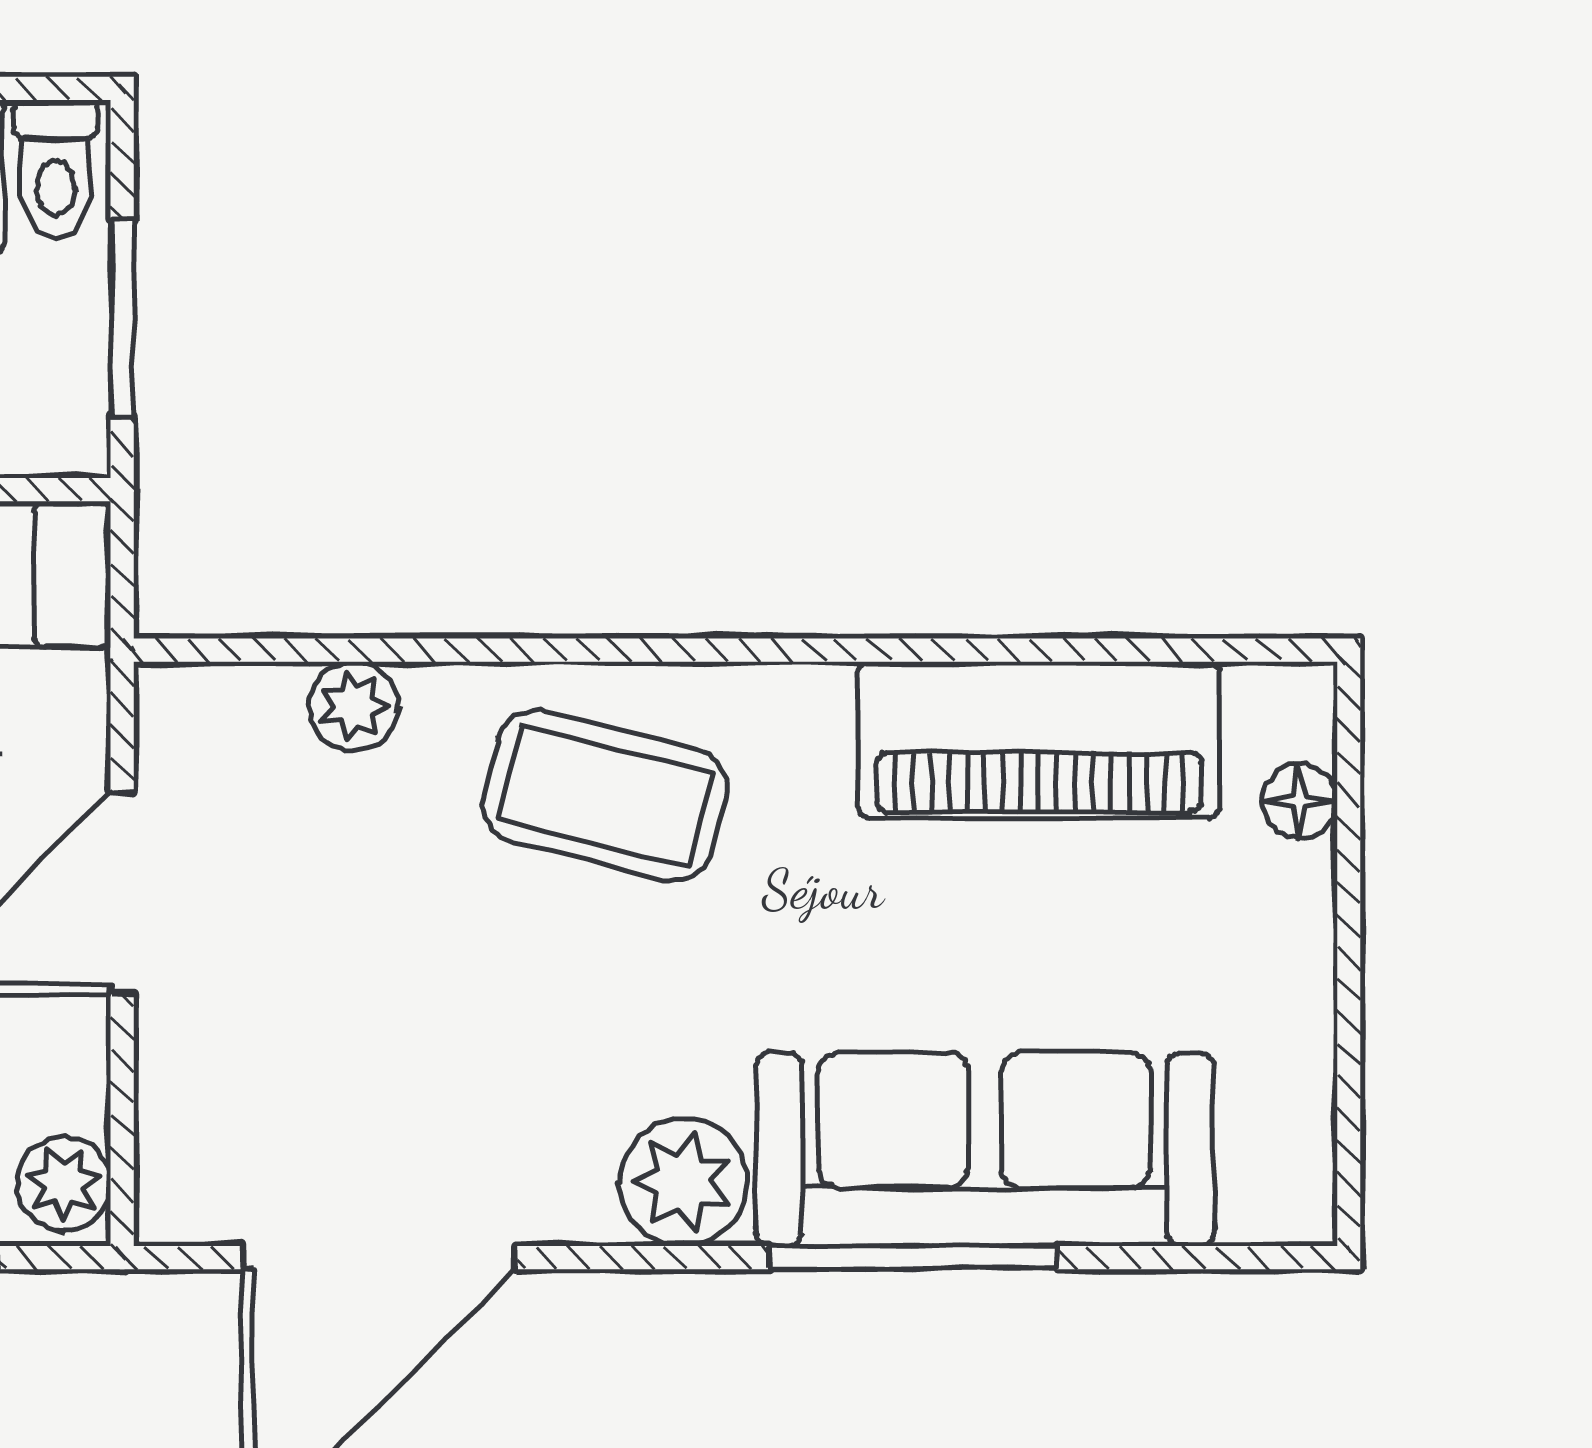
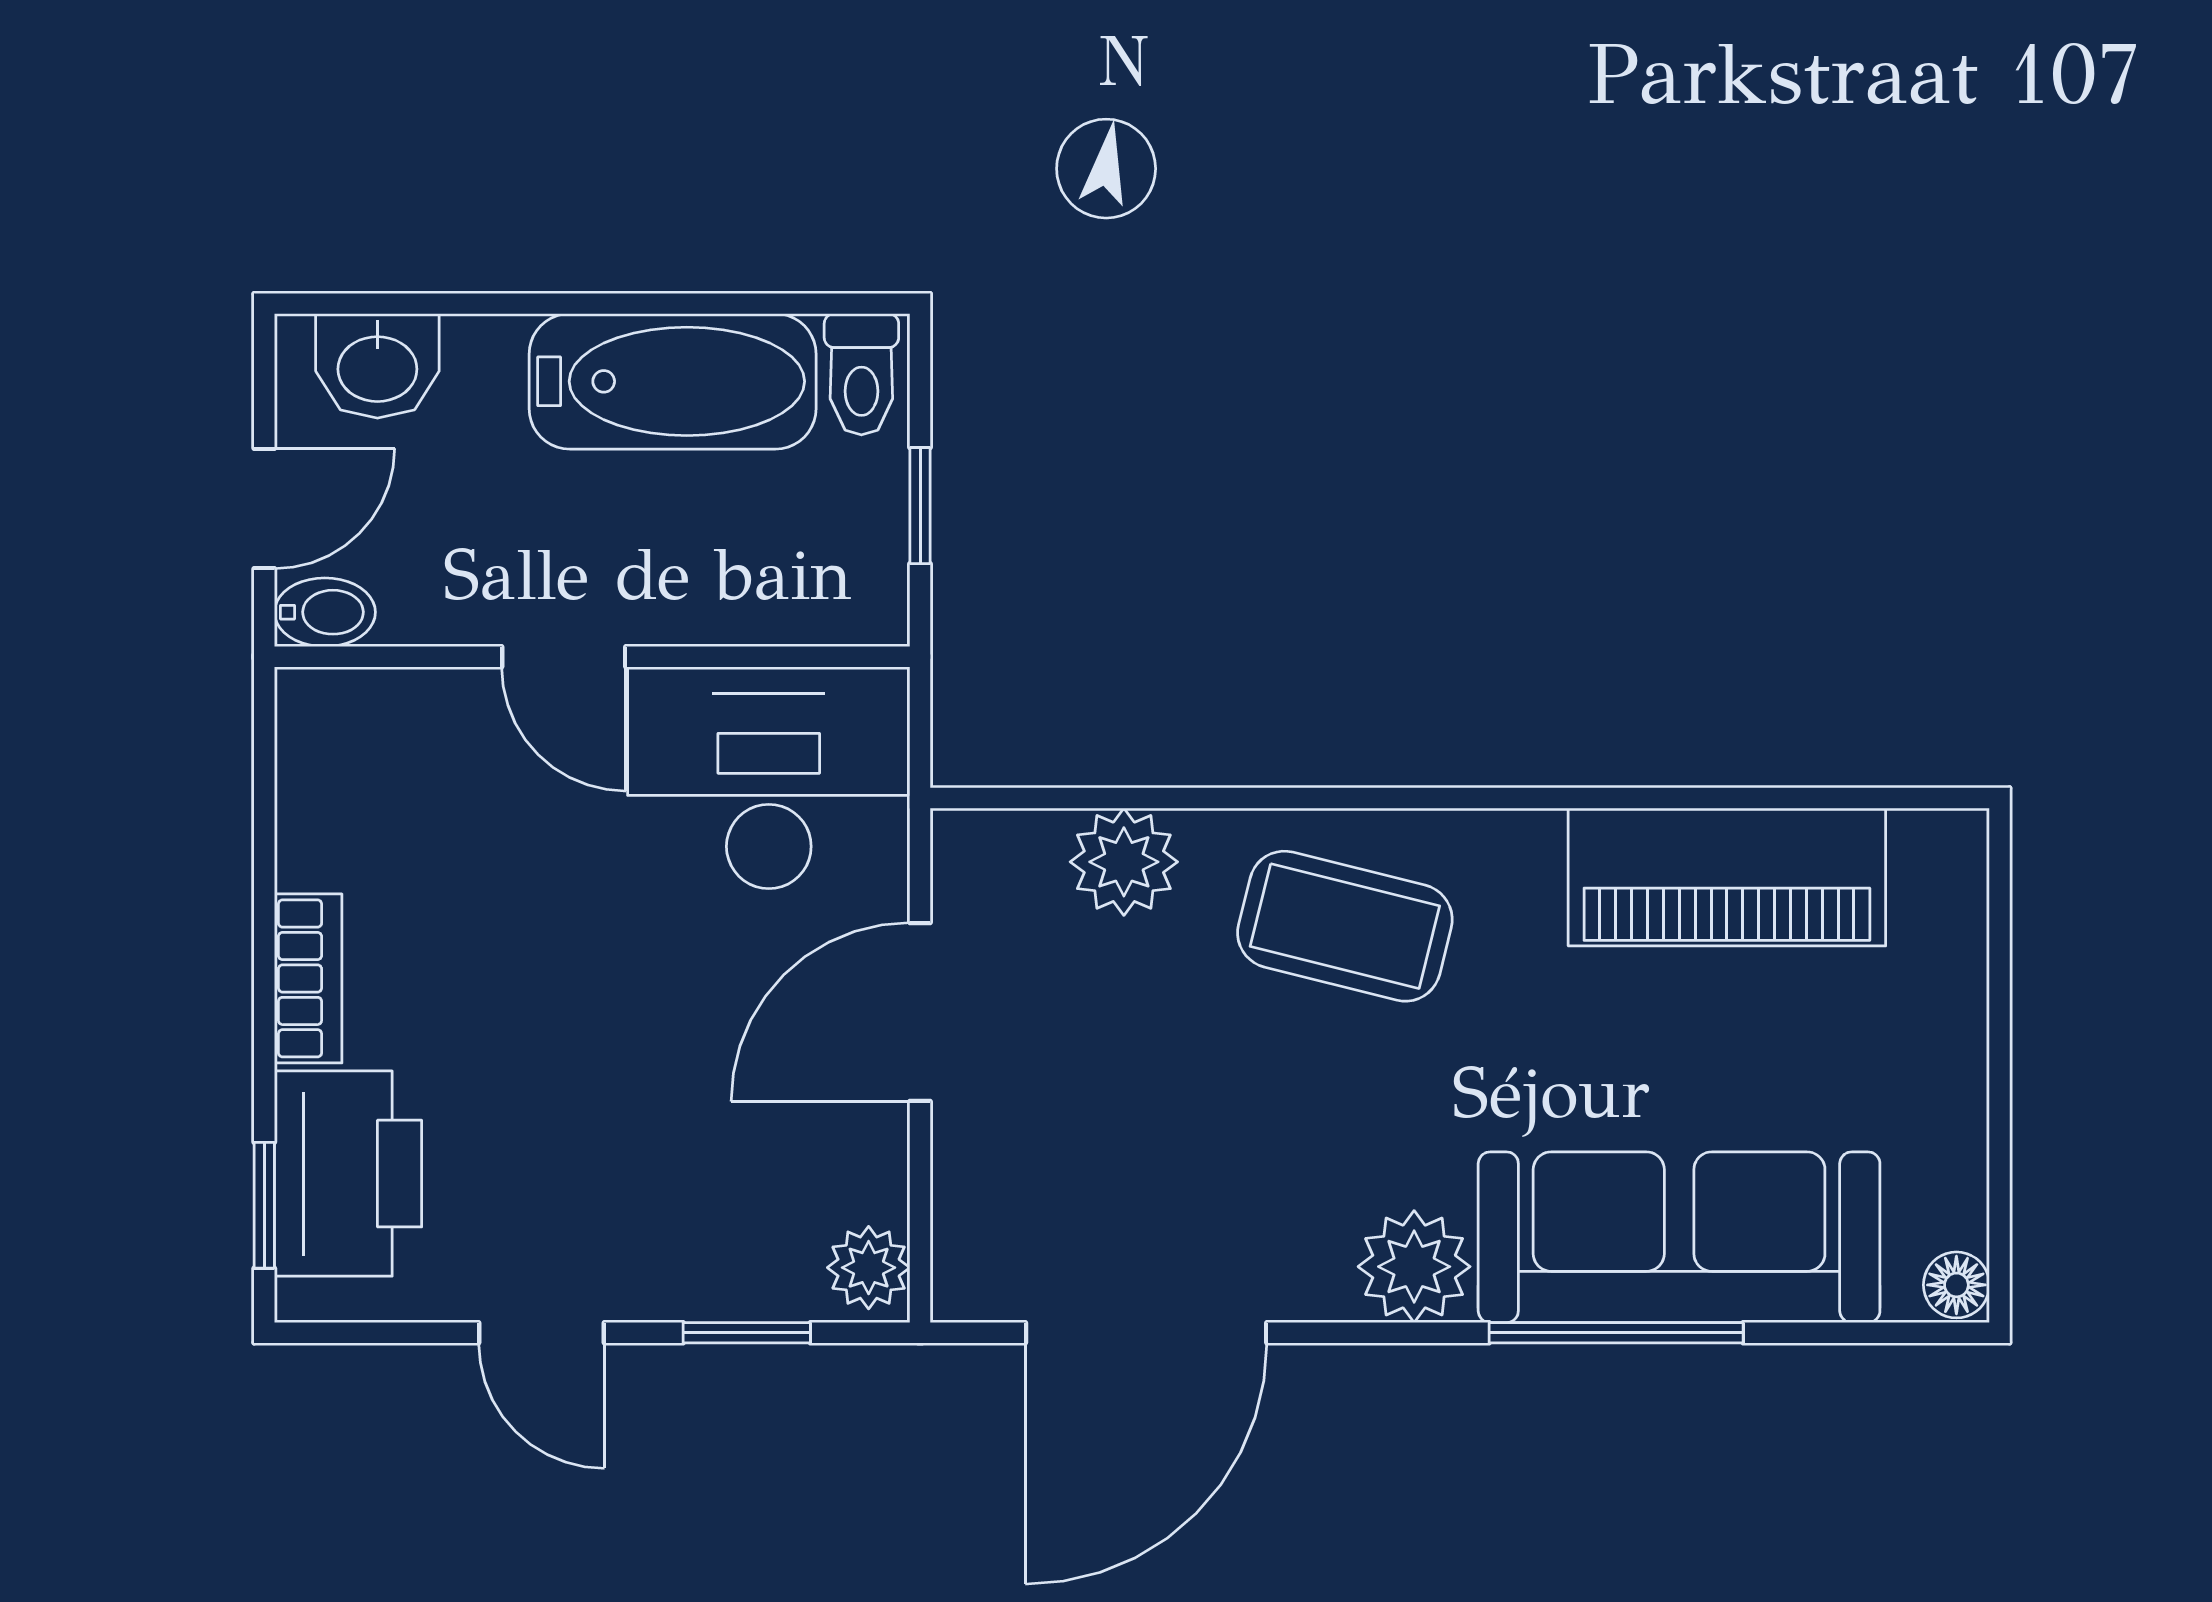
window: (122, 318) -> (920, 506), width x0.67
plant: (354, 706) -> (1124, 862), width x1.38, depth x1.38
floor lamp: (1300, 801) -> (1956, 1285), moved

